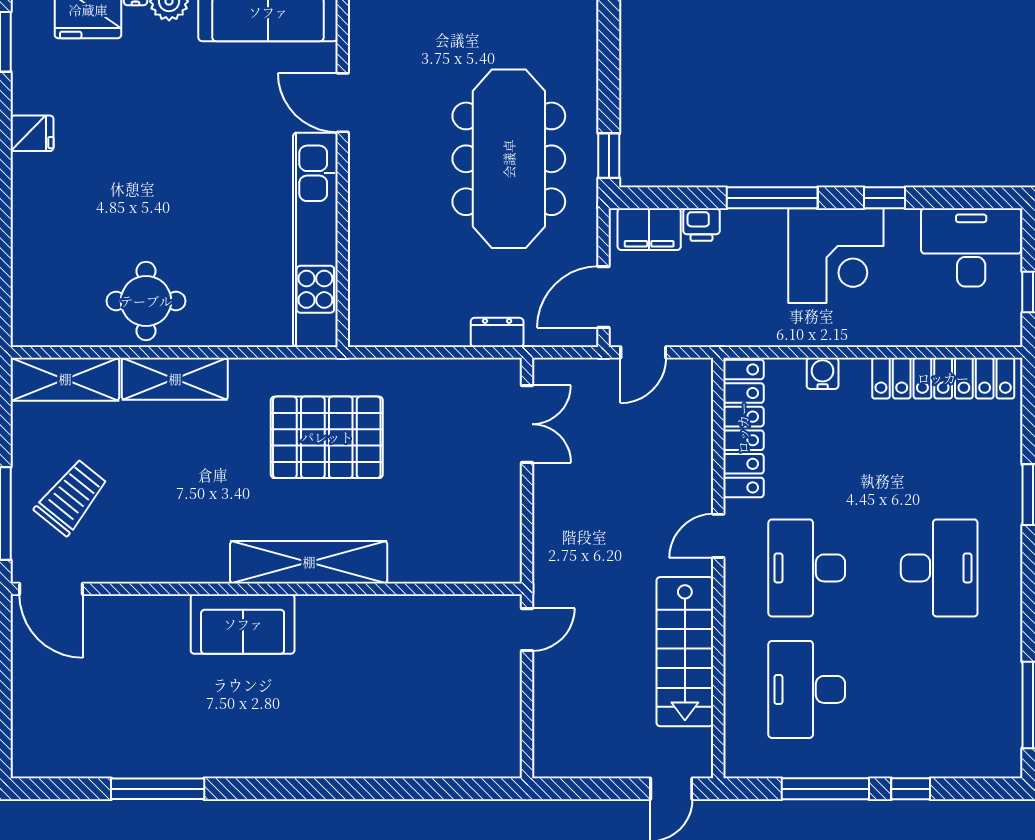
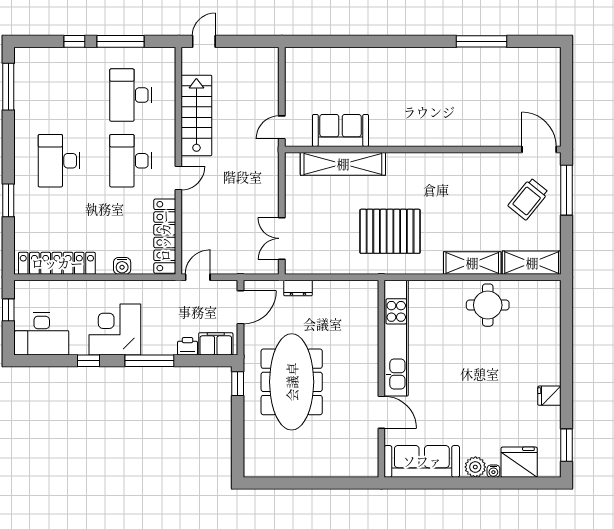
door: (643, 352) -> (198, 277), moved
shelving: (309, 562) -> (343, 164), moved
desk: (807, 568) -> (131, 161), turned 180
sofa: (243, 624) -> (341, 130), moved
desk: (807, 689) -> (131, 95), turned 180

